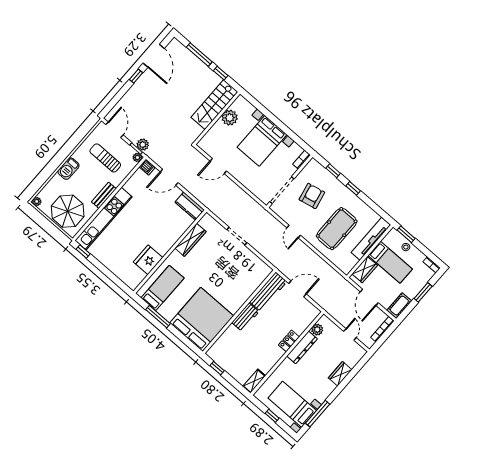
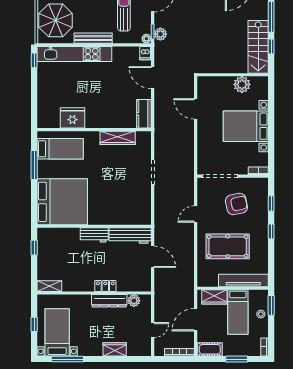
stairs: (214, 105) -> (258, 47), moved, turned -90
bench: (104, 195) -> (93, 38), width x1.36

